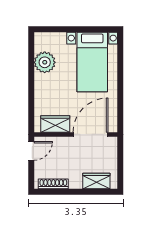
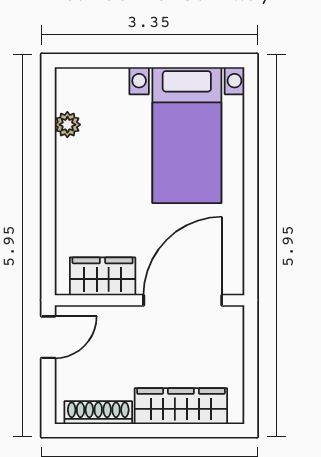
plant: (45, 62) -> (67, 125), width x0.53, depth x0.53
wardrobe: (96, 181) -> (181, 406), width x1.50

